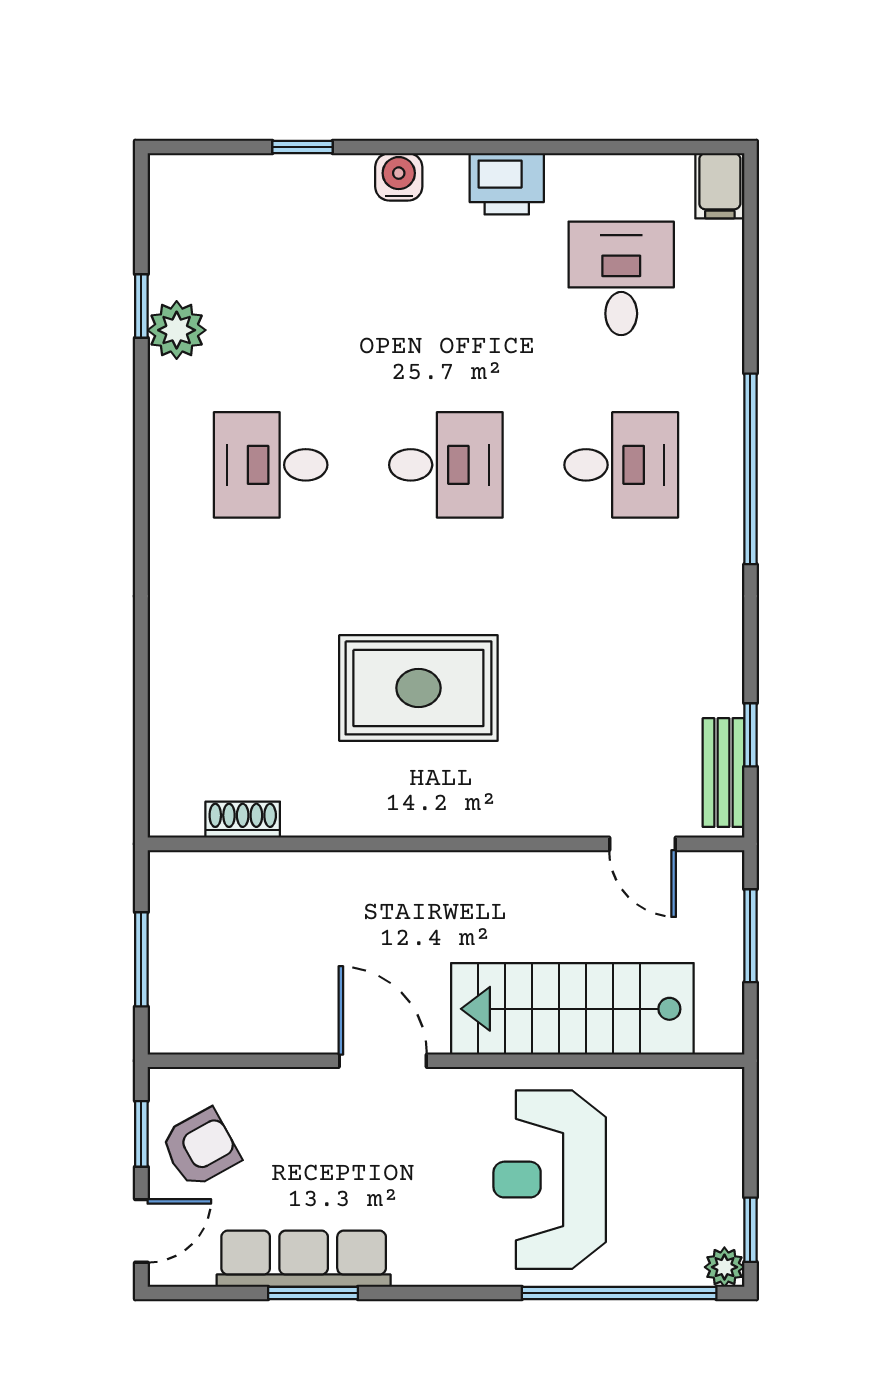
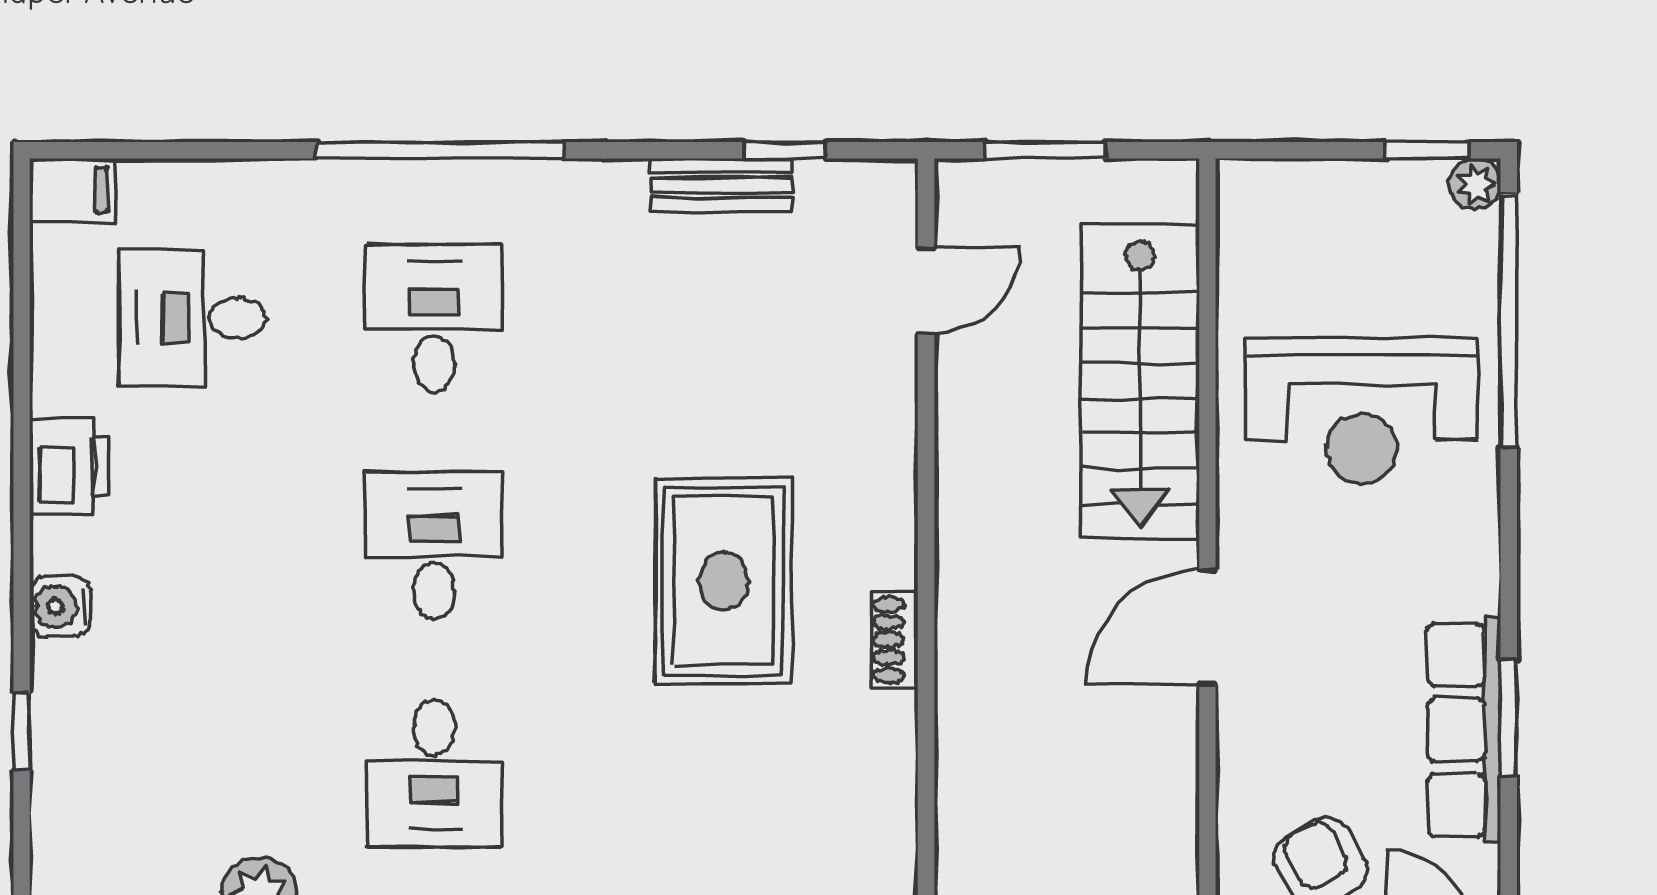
bench: (723, 773) -> (721, 185), moved
shoe rack: (243, 820) -> (894, 640), moved

